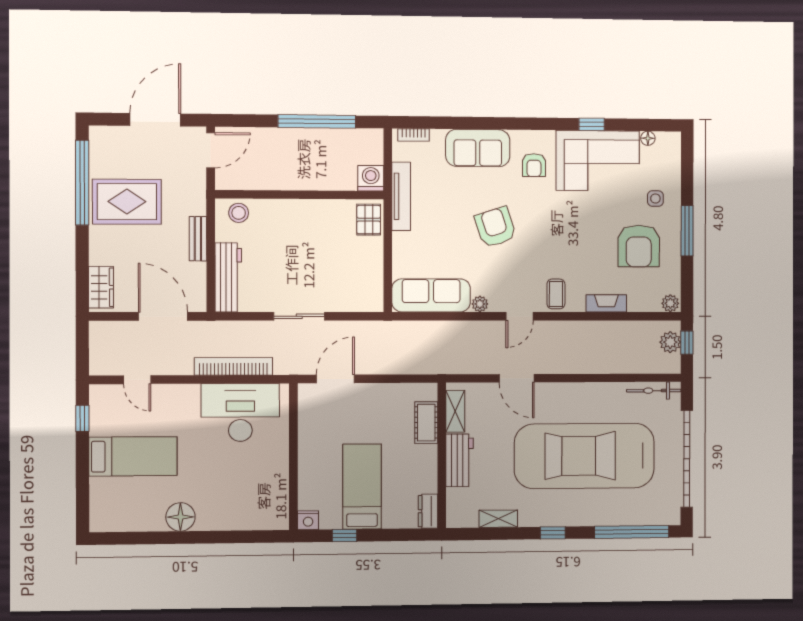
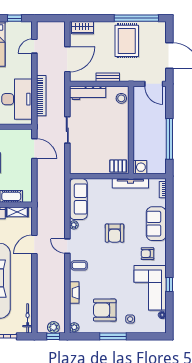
armchair: (495, 227) -> (115, 233), turned 108

